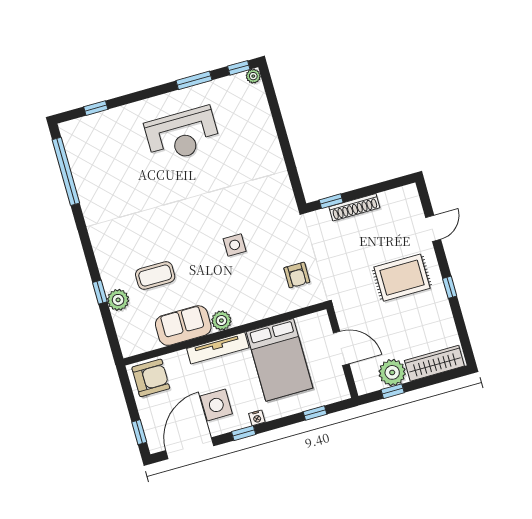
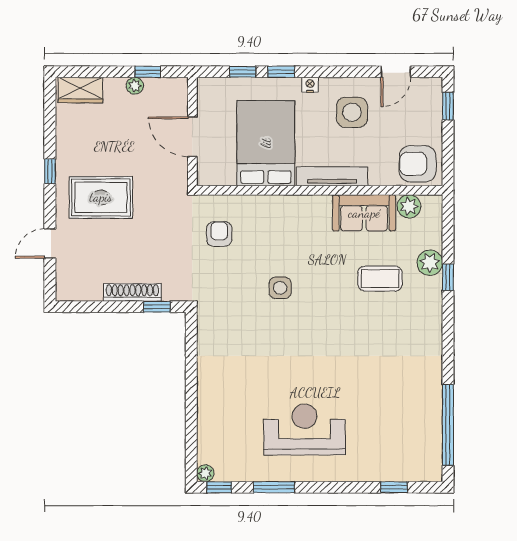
plant: (221, 321) -> (409, 206), moved
wardrobe: (434, 363) -> (80, 90), width x0.67
plant: (392, 372) -> (135, 86), width x0.53, depth x0.53
window: (244, 433) -> (281, 72), moved
door: (190, 448) -> (396, 72), width x0.53

